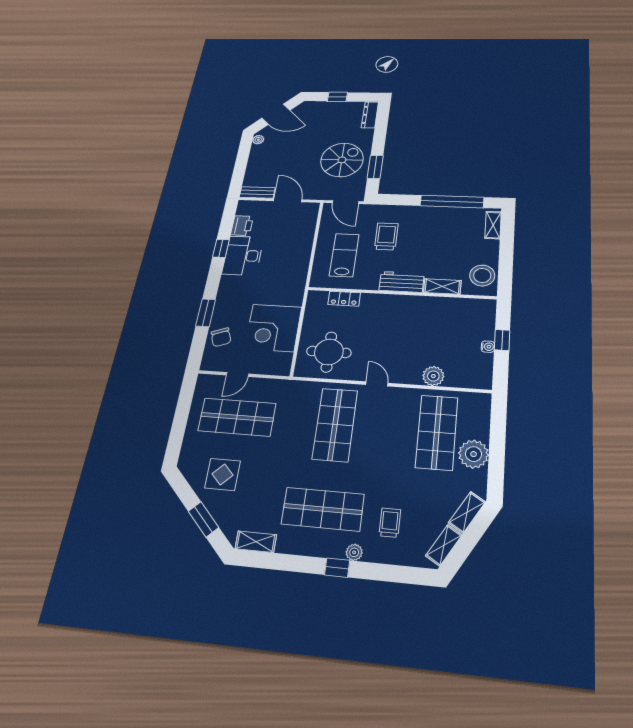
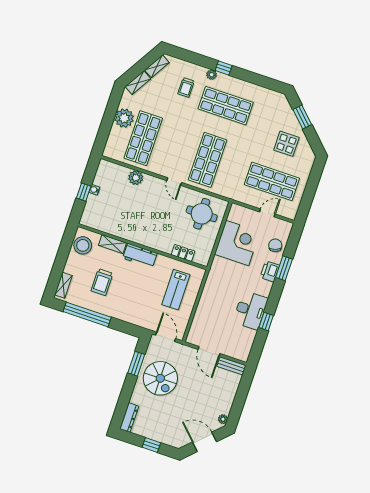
spiral stairs: (342, 160) -> (160, 378), turned -90
printer: (242, 226) -> (270, 271), moved
trolley: (386, 236) -> (102, 282), moved
shelving: (256, 542) -> (271, 95), removed

